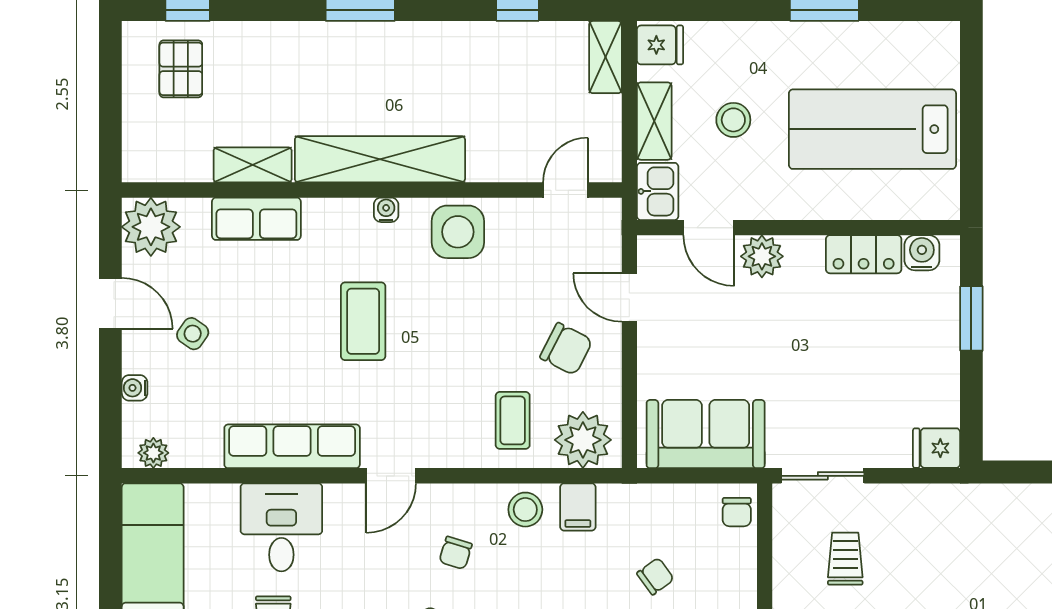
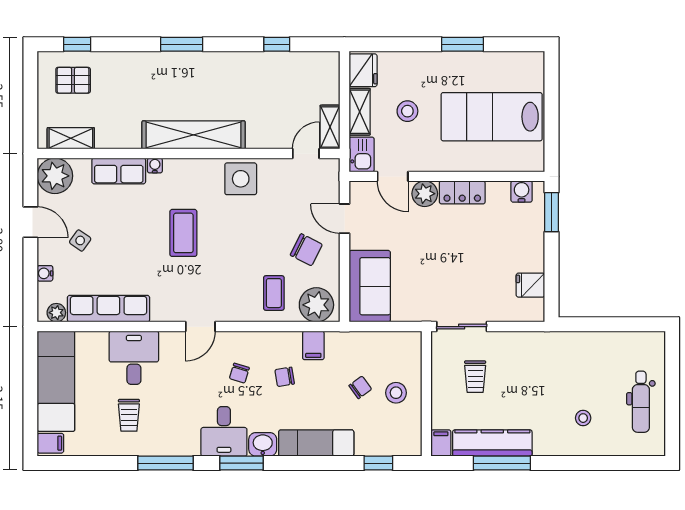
fridge: (660, 45) -> (363, 70), width x1.38
shelving: (605, 57) -> (330, 127), moved
pallet: (181, 69) -> (73, 80), turned 90
shelving: (253, 165) -> (71, 138), moved
water cooler: (386, 210) -> (155, 166), moved
locker: (864, 254) -> (462, 192), moved
window: (971, 318) -> (552, 212), moved
sofa: (706, 434) -> (370, 286), moved, turned 90
row of seats: (292, 446) -> (108, 309), moved
fridge: (937, 448) -> (530, 285), moved
stool: (525, 510) -> (396, 393), moved
chair: (737, 512) -> (285, 377), moved, turned 81
trolley: (845, 559) -> (475, 377), turned 180

